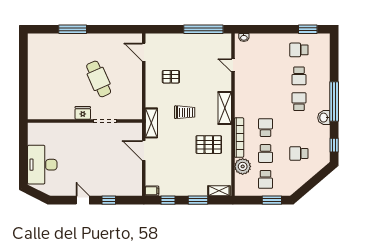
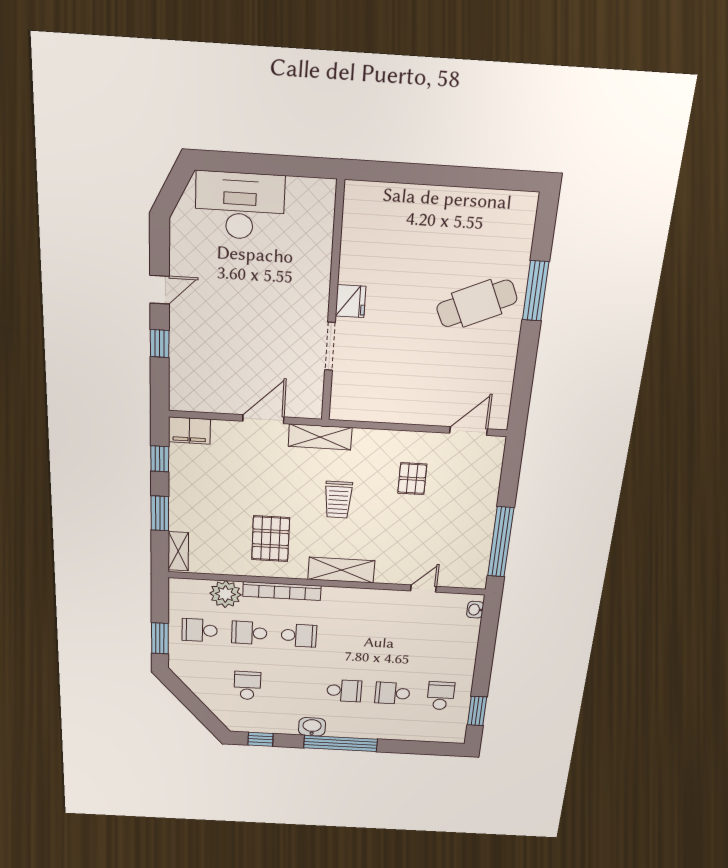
cafe table: (99, 79) -> (477, 303), moved
filing cabinet: (152, 191) -> (189, 431), width x2.00

